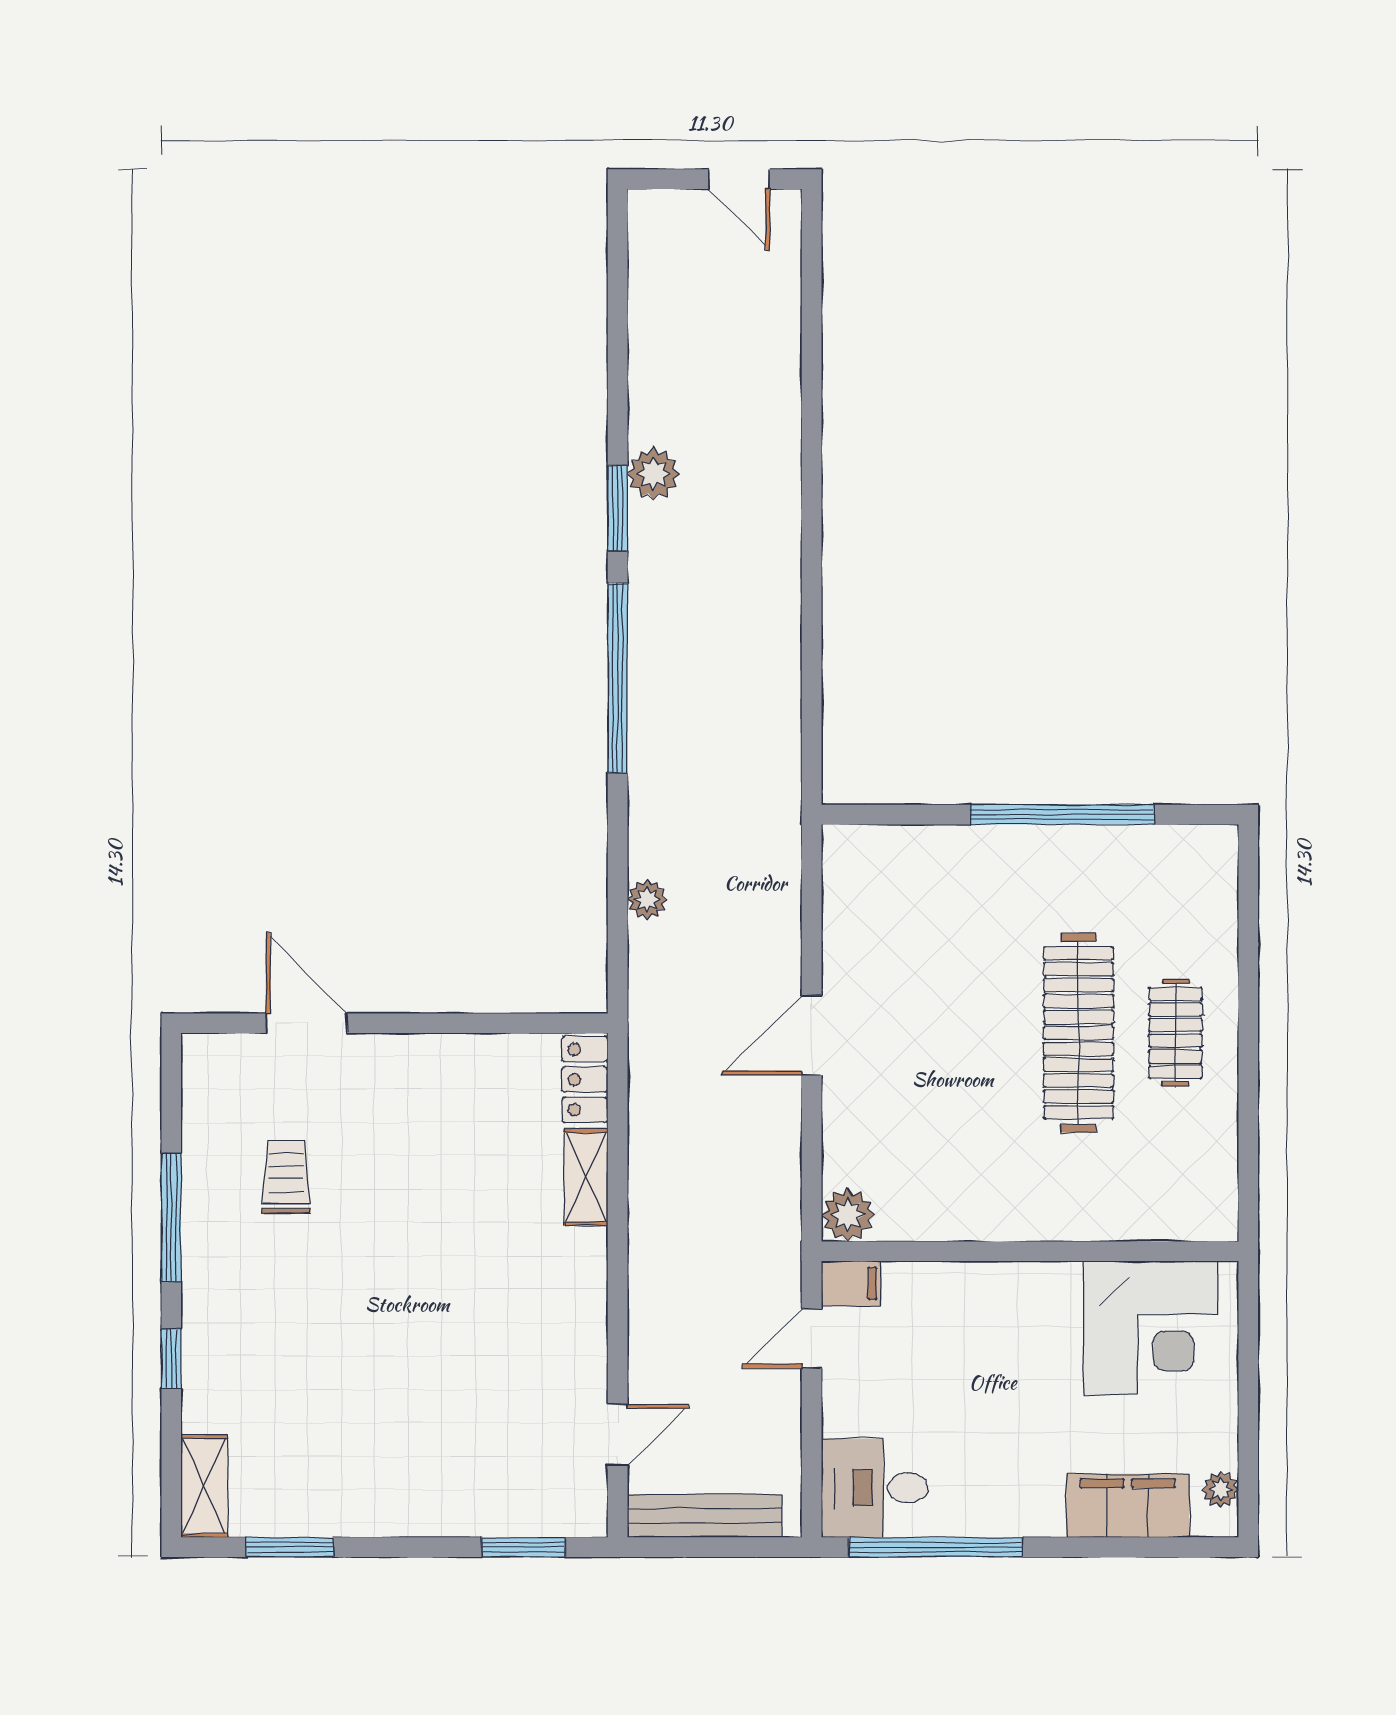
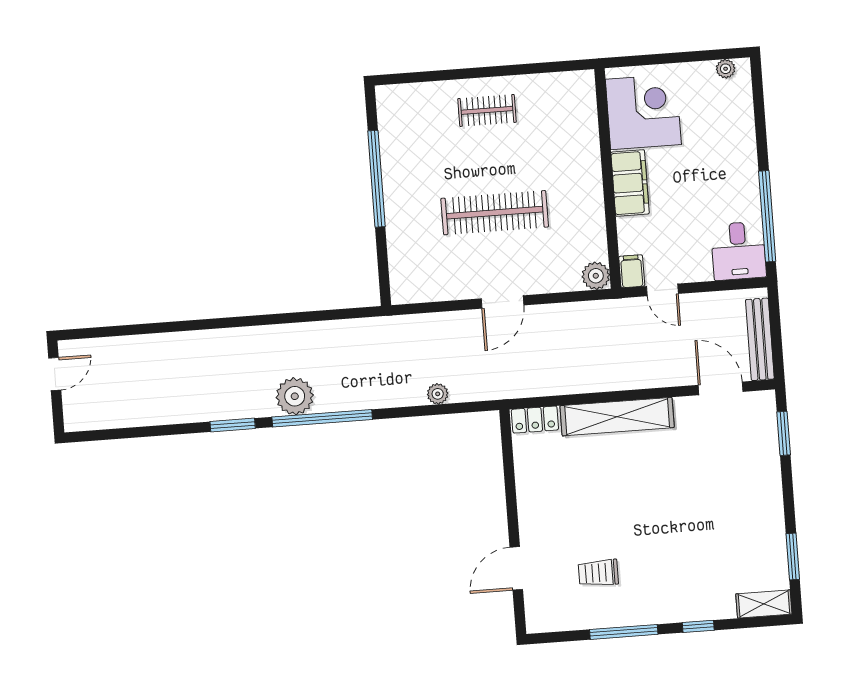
plant: (653, 474) -> (295, 396), moved, width x1.36, depth x1.36
clothes rail: (1078, 1033) -> (495, 213), moved
door: (812, 1035) -> (503, 302), hinge flipped
shelving: (586, 1177) -> (617, 417), width x2.20, depth x1.33
door: (618, 1435) -> (721, 388), width x1.38
filing cabinet: (1128, 1506) -> (630, 183), moved, turned 180

